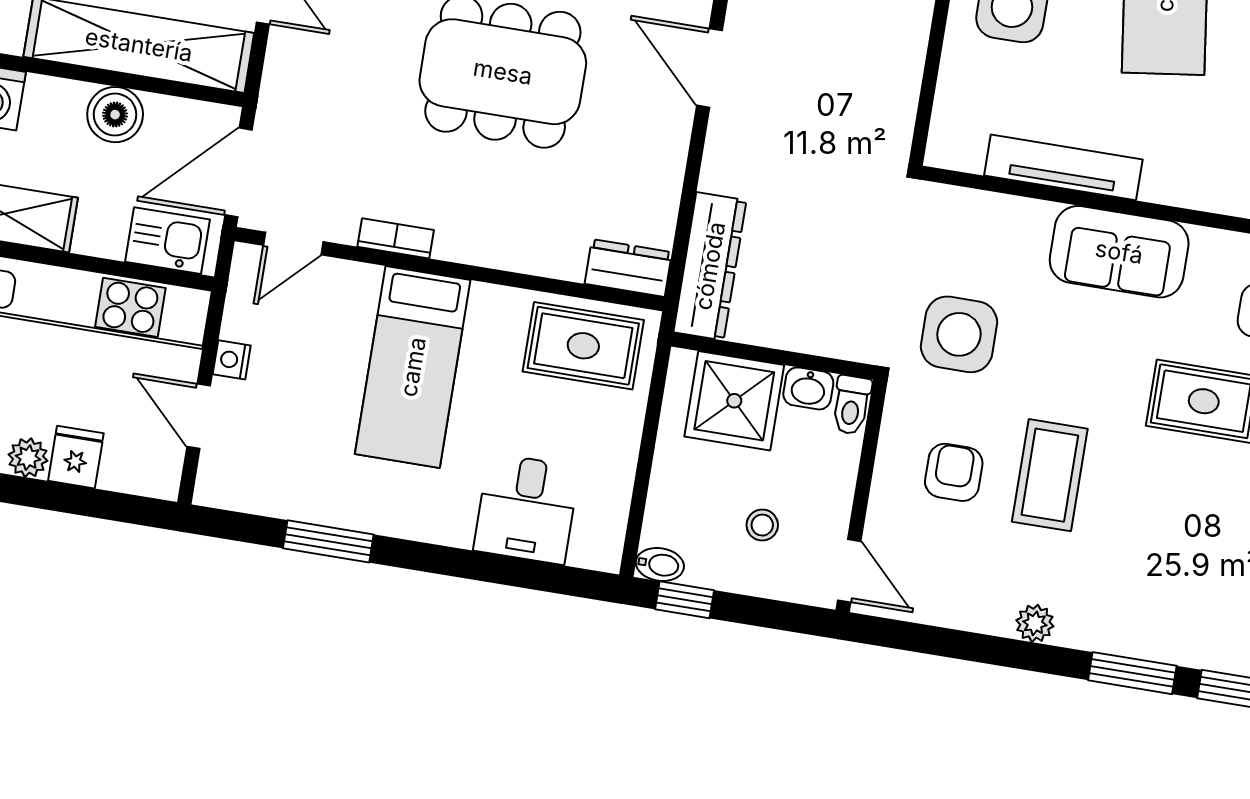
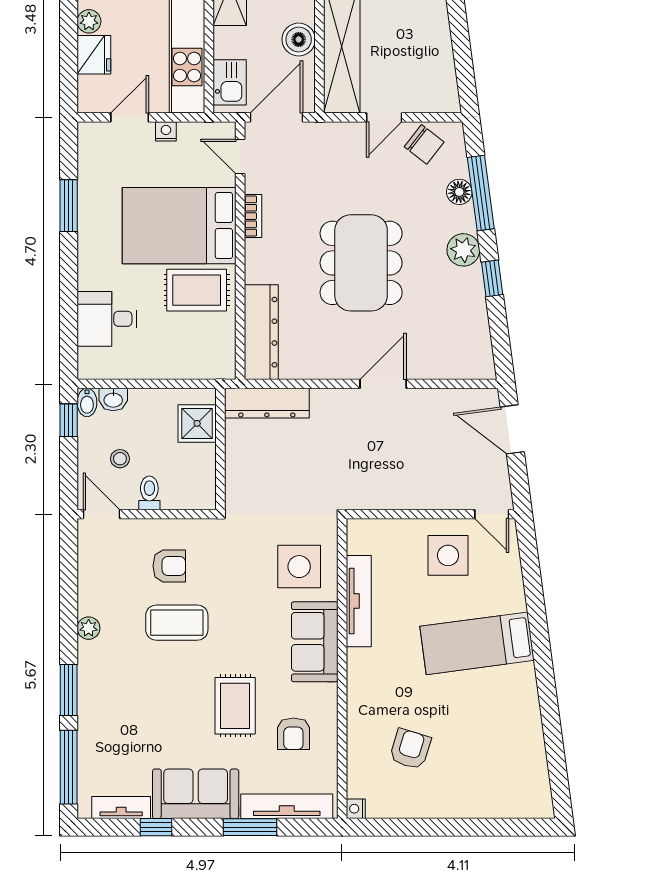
door: (238, 172) -> (277, 117), hinge flipped
dresser: (628, 268) -> (261, 332), width x1.96, depth x1.24
side table: (959, 334) -> (299, 567), moved
rug: (583, 346) -> (197, 290), moved, turned 90
bed: (413, 367) -> (179, 226), width x1.50
washbasin: (808, 388) -> (113, 399), moved, turned -90
shower: (734, 401) -> (197, 423), width x0.73, depth x0.73
toilet: (851, 405) -> (149, 493), moved, turned 90
fridge: (76, 457) -> (94, 55), width x1.38
door: (849, 571) -> (102, 514), swing flipped

